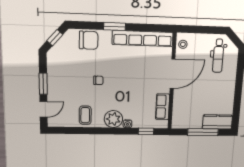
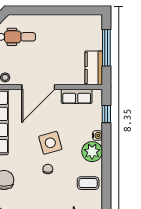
door: (173, 74) -> (38, 87), swing flipped
side table: (122, 83) -> (50, 143), added
kitchen counter: (217, 122) -> (94, 68), moved

